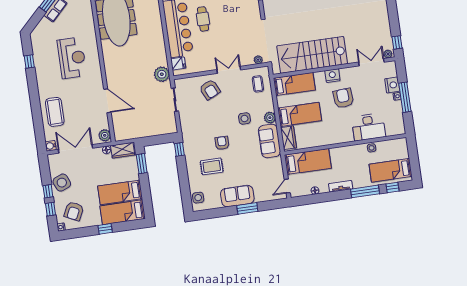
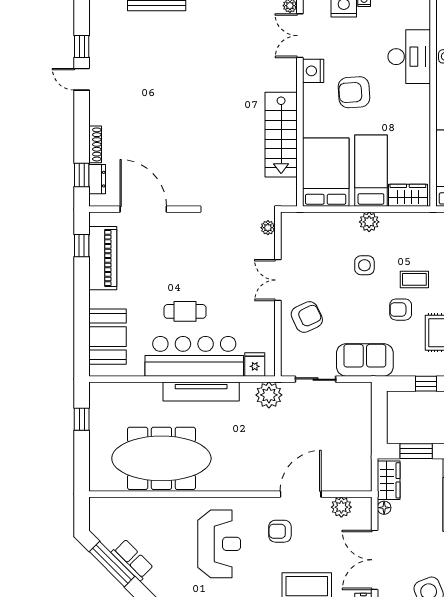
tv unit: (158, 35) -> (201, 391), added
stairs: (312, 55) -> (281, 135), width x0.73, depth x0.66
reception desk: (72, 58) -> (219, 544), turned 90
nightstand: (332, 76) -> (313, 71), moved
coffee table: (258, 84) -> (414, 279), moved
bed: (294, 84) -> (326, 172), width x1.50
armchair: (84, 92) -> (280, 531), added
plant: (105, 135) -> (341, 507), moved
sofa: (269, 141) -> (365, 360), moved, turned 180
window: (179, 149) -> (426, 384), moved

